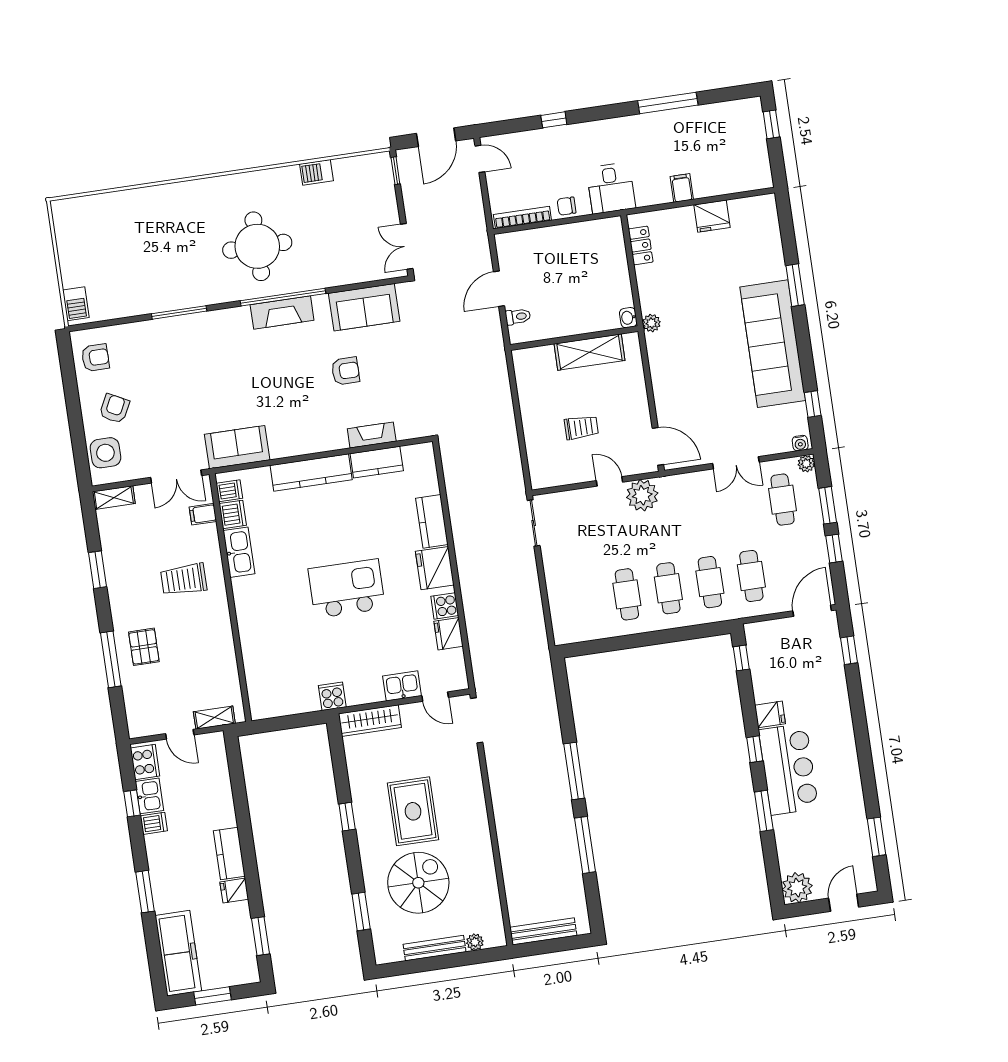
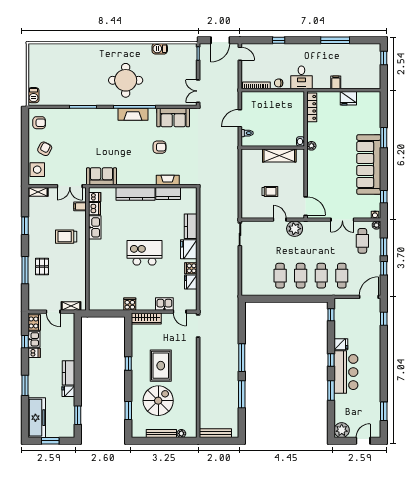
locker: (641, 245) -> (312, 107), width x1.53

